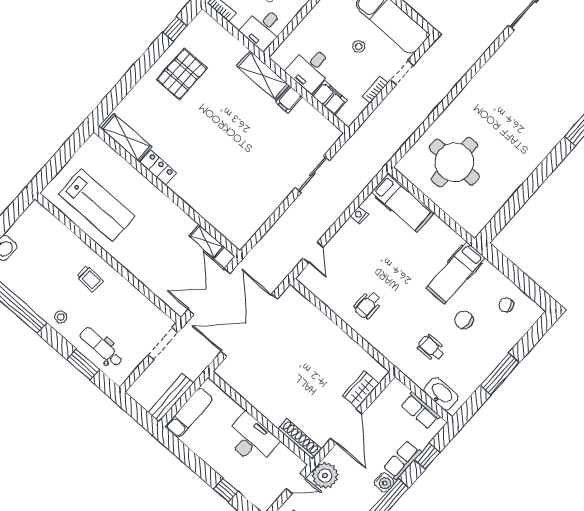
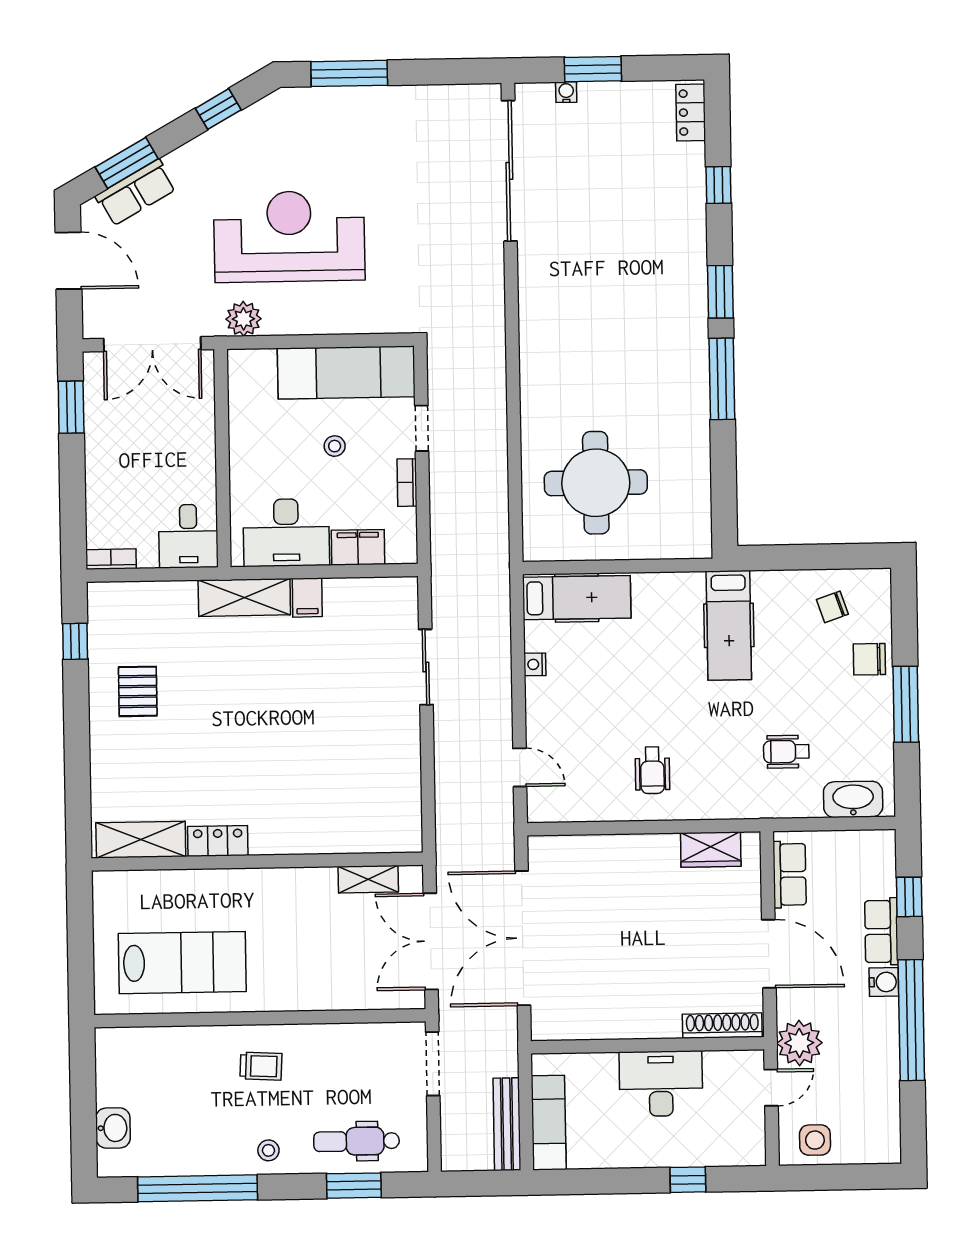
desk: (310, 69) -> (286, 533), width x1.37
pallet: (182, 74) -> (138, 691), width x0.67, depth x0.71
window: (547, 167) -> (722, 379), added
chair: (464, 320) -> (869, 659), moved
wardrobe: (361, 390) -> (711, 849), moved, turned -90
row of seats: (420, 411) -> (790, 874), moved, turned -90

